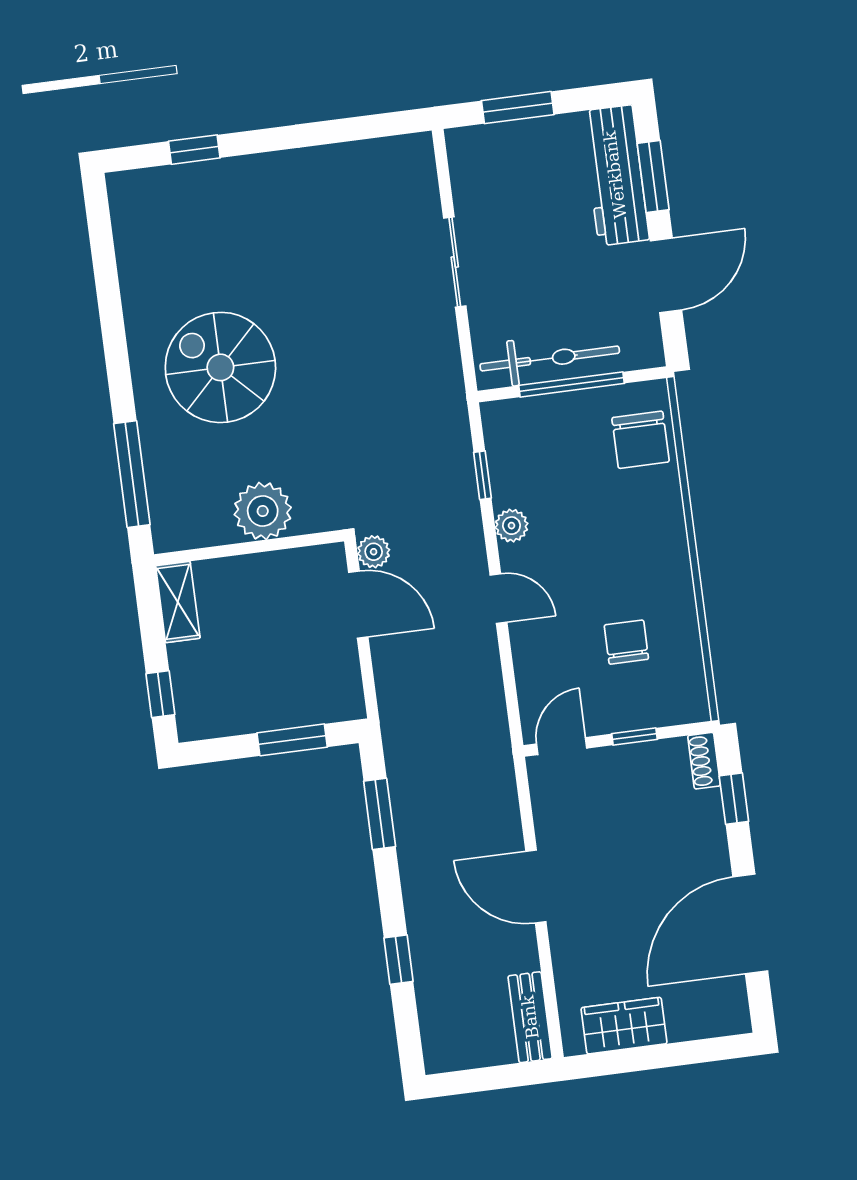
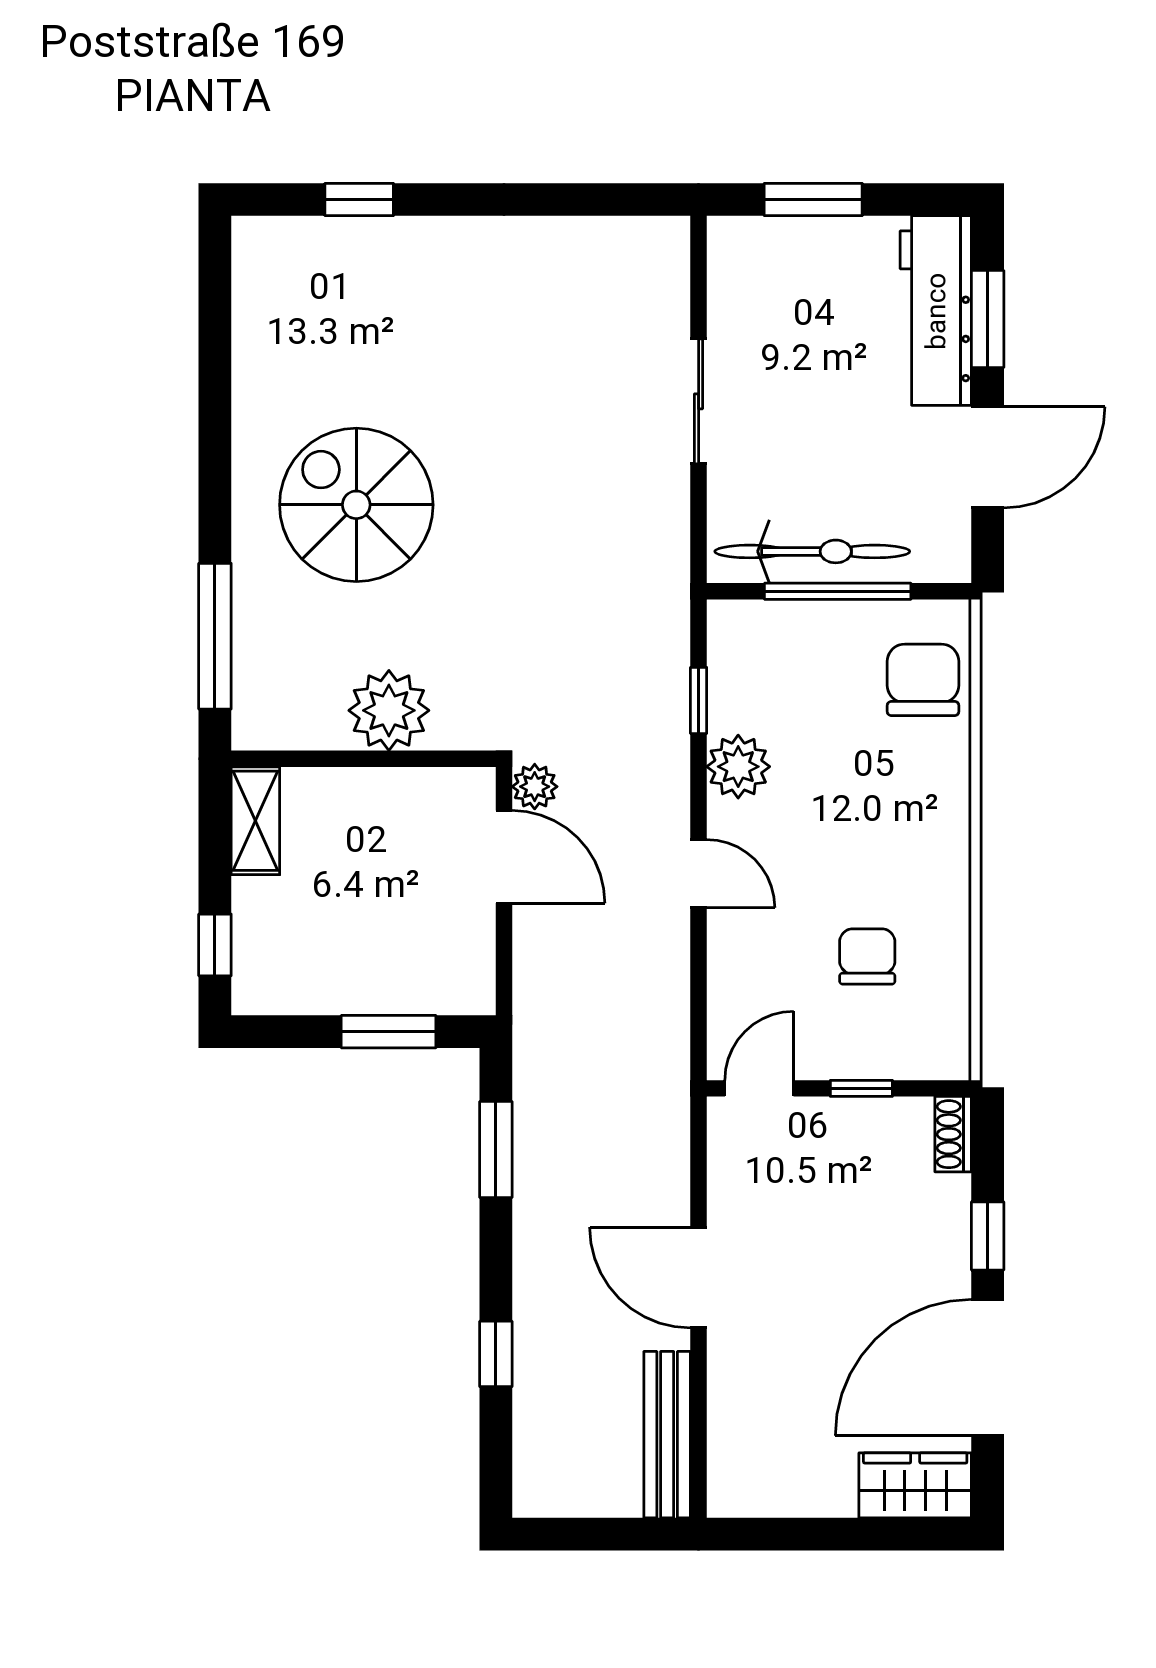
chair: (641, 440) -> (923, 680), turned 180
plant: (512, 526) -> (738, 767), width x1.38, depth x1.38
window: (734, 799) -> (988, 1236), moved
bench: (530, 1017) -> (667, 1435), width x1.36
wardrobe: (624, 1026) -> (915, 1485), moved

